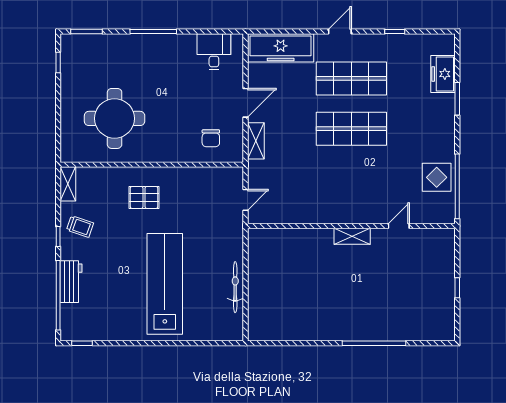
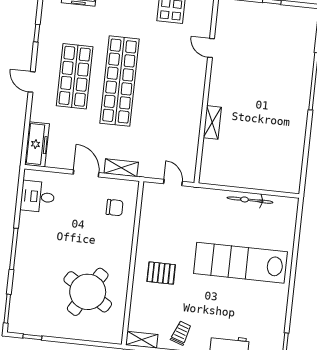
freezer: (281, 48) -> (37, 144), width x0.73, depth x0.79
round table: (115, 118) -> (88, 292), turned 32
shop shelf: (351, 129) -> (120, 81), width x1.40
pallet: (144, 197) -> (161, 273), turned 90
shelving: (352, 236) -> (212, 122), moved

